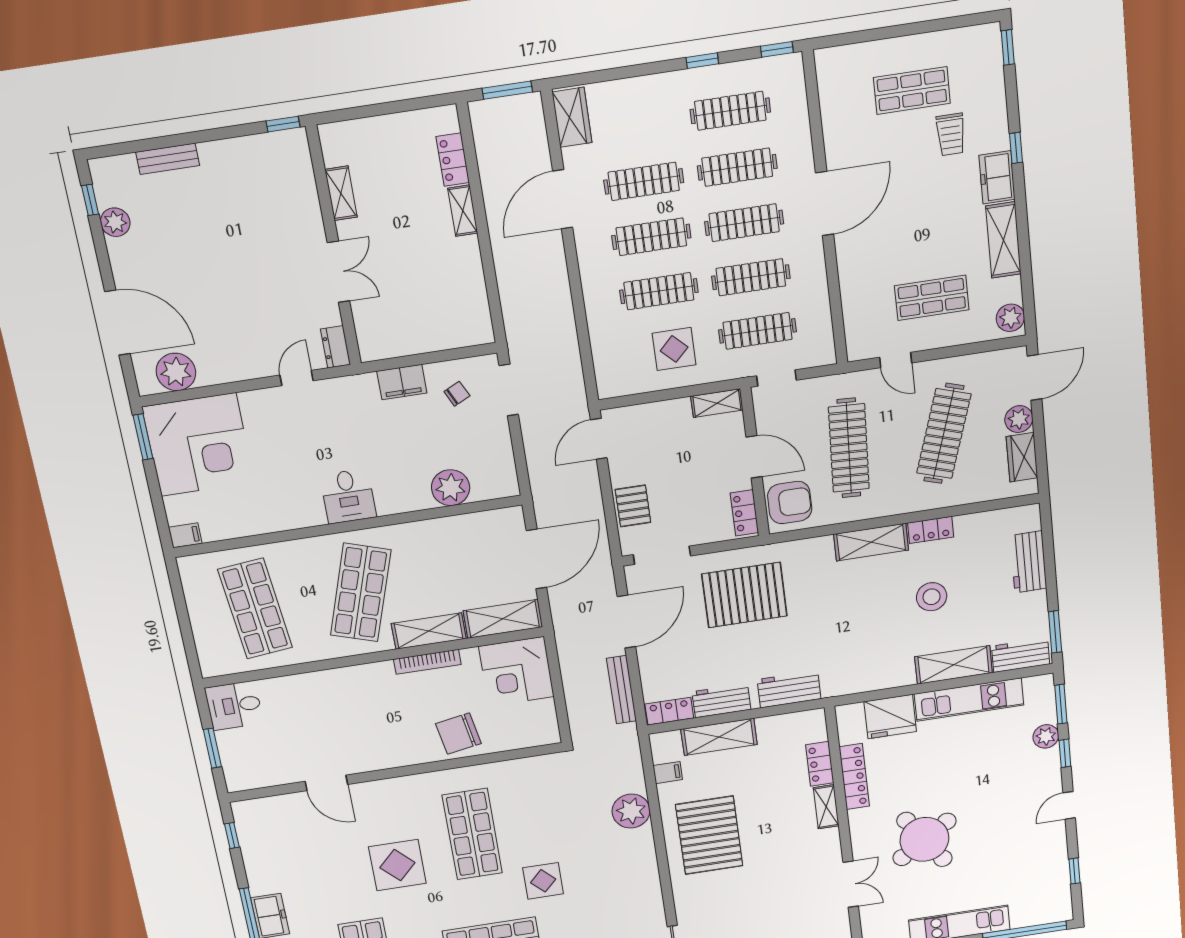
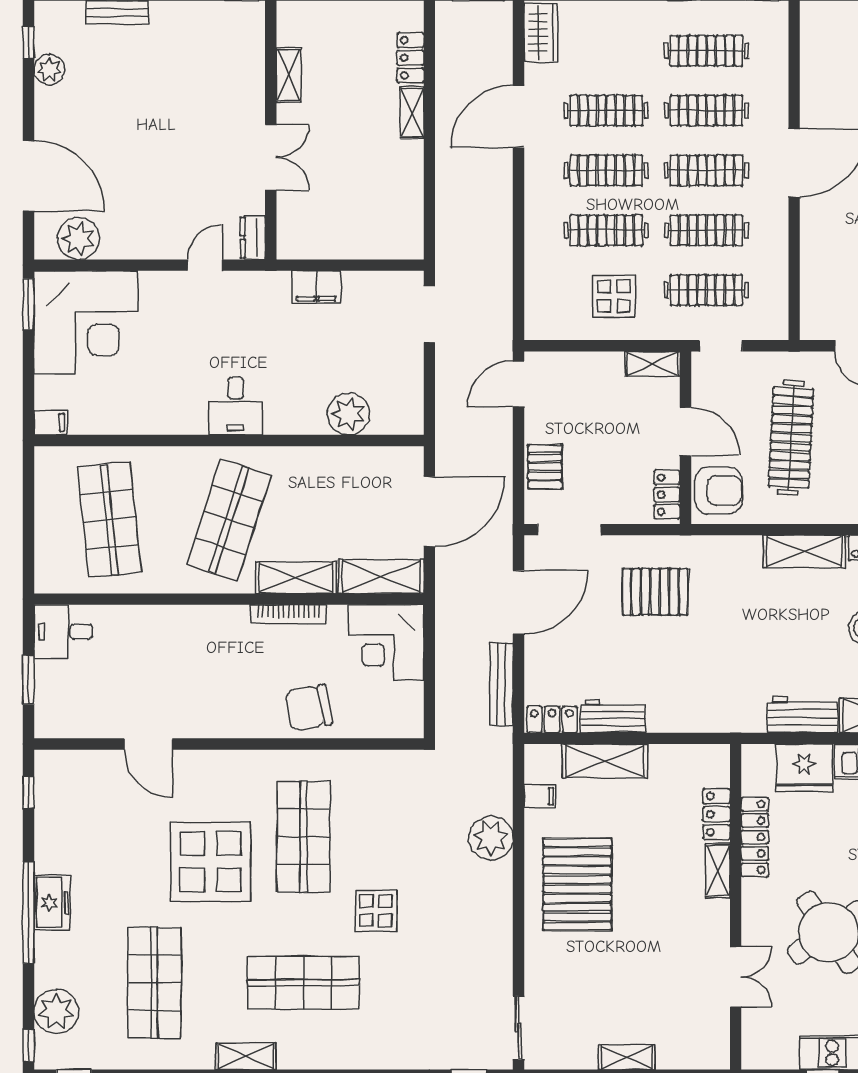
chair: (457, 394) -> (373, 309), removed
pallet: (744, 595) -> (655, 592), width x0.73, depth x0.71
workbench: (789, 689) -> (802, 715), moved
display table: (397, 865) -> (211, 862), width x1.36, depth x1.36

